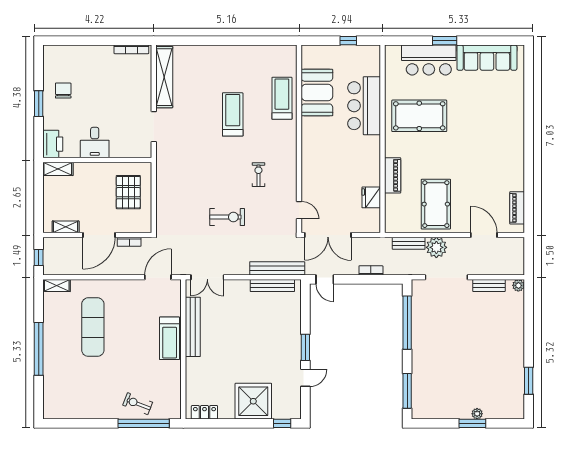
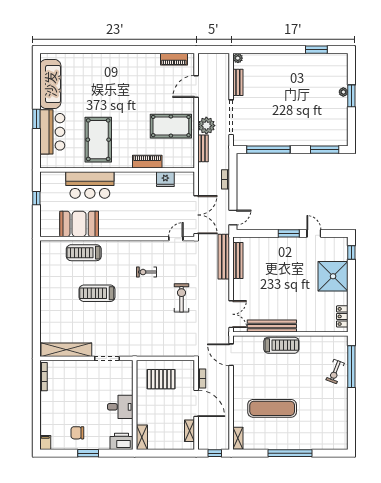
filing cabinet: (51, 51) -> (45, 442), added

